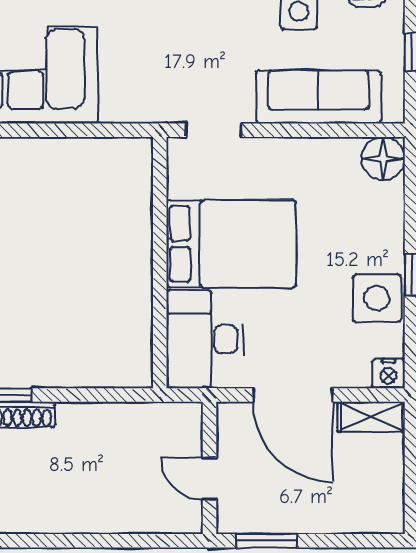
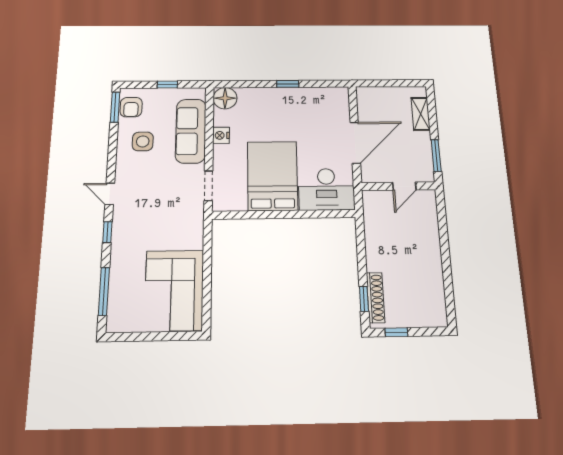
side table: (377, 298) -> (301, 101), removed
nightstand: (389, 373) -> (221, 135), moved, turned 180
shelving: (371, 417) -> (421, 114), moved

